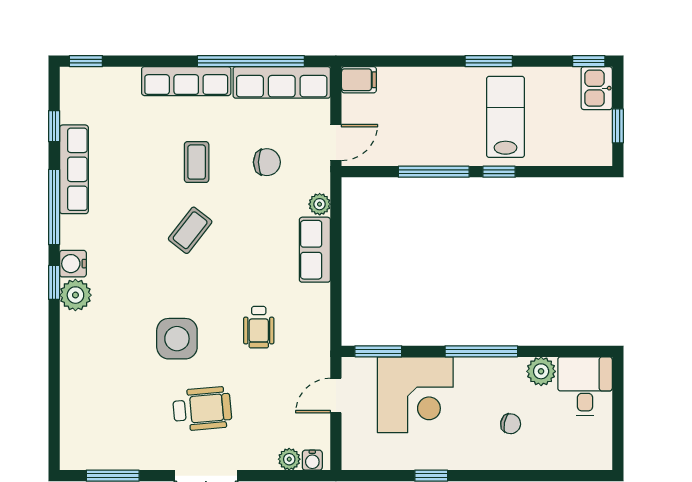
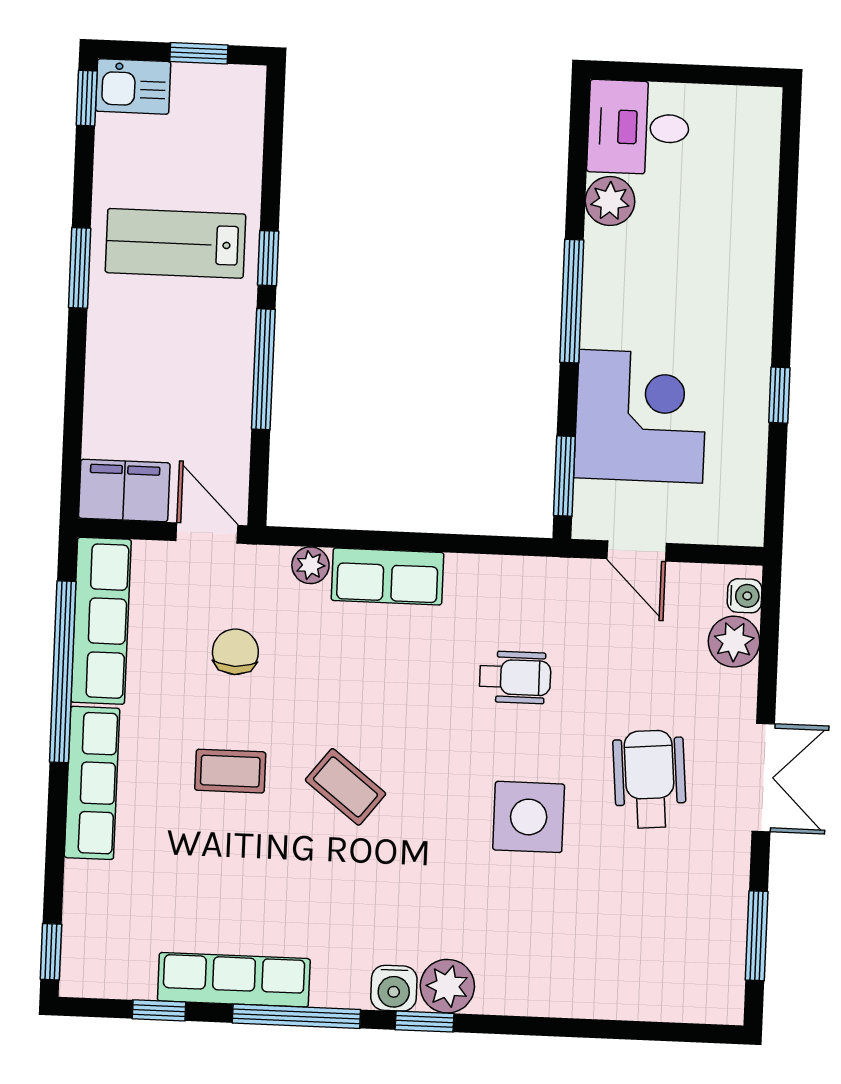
filing cabinet: (359, 80) -> (124, 491), width x2.00
chair: (511, 424) -> (697, 256), removed
plant: (289, 459) -> (734, 642), width x1.38, depth x1.38

